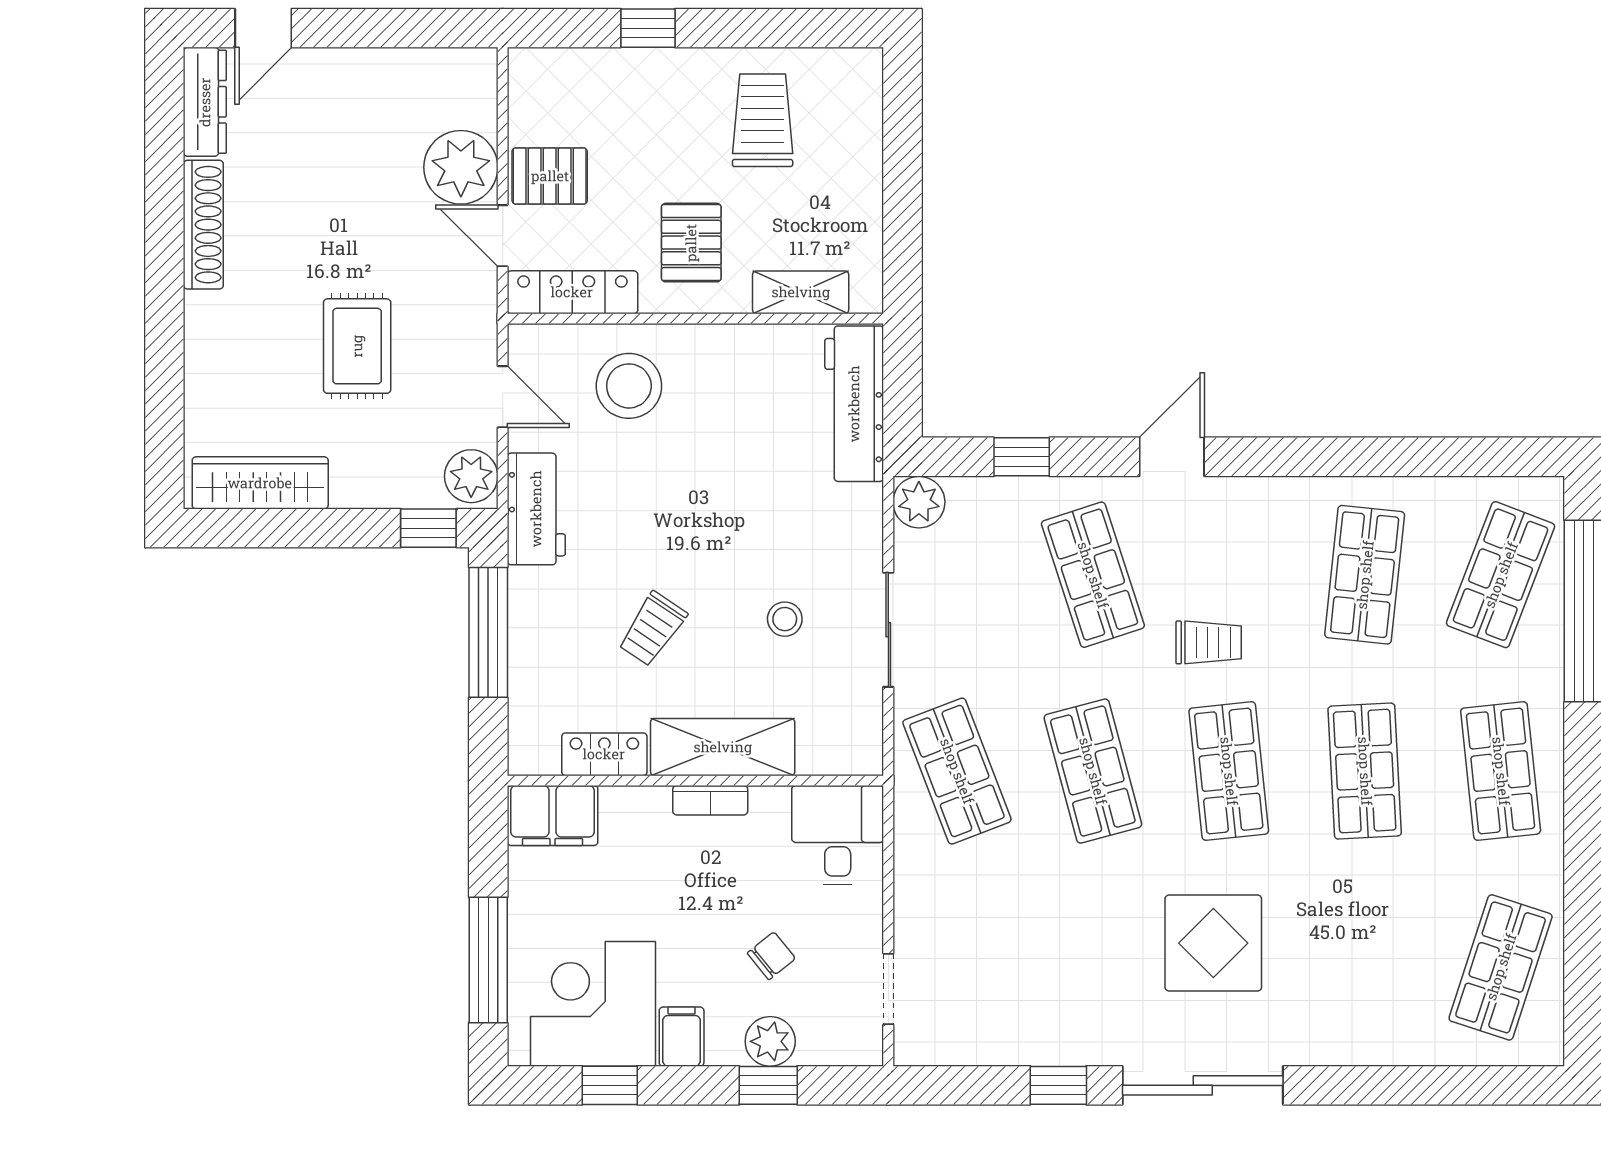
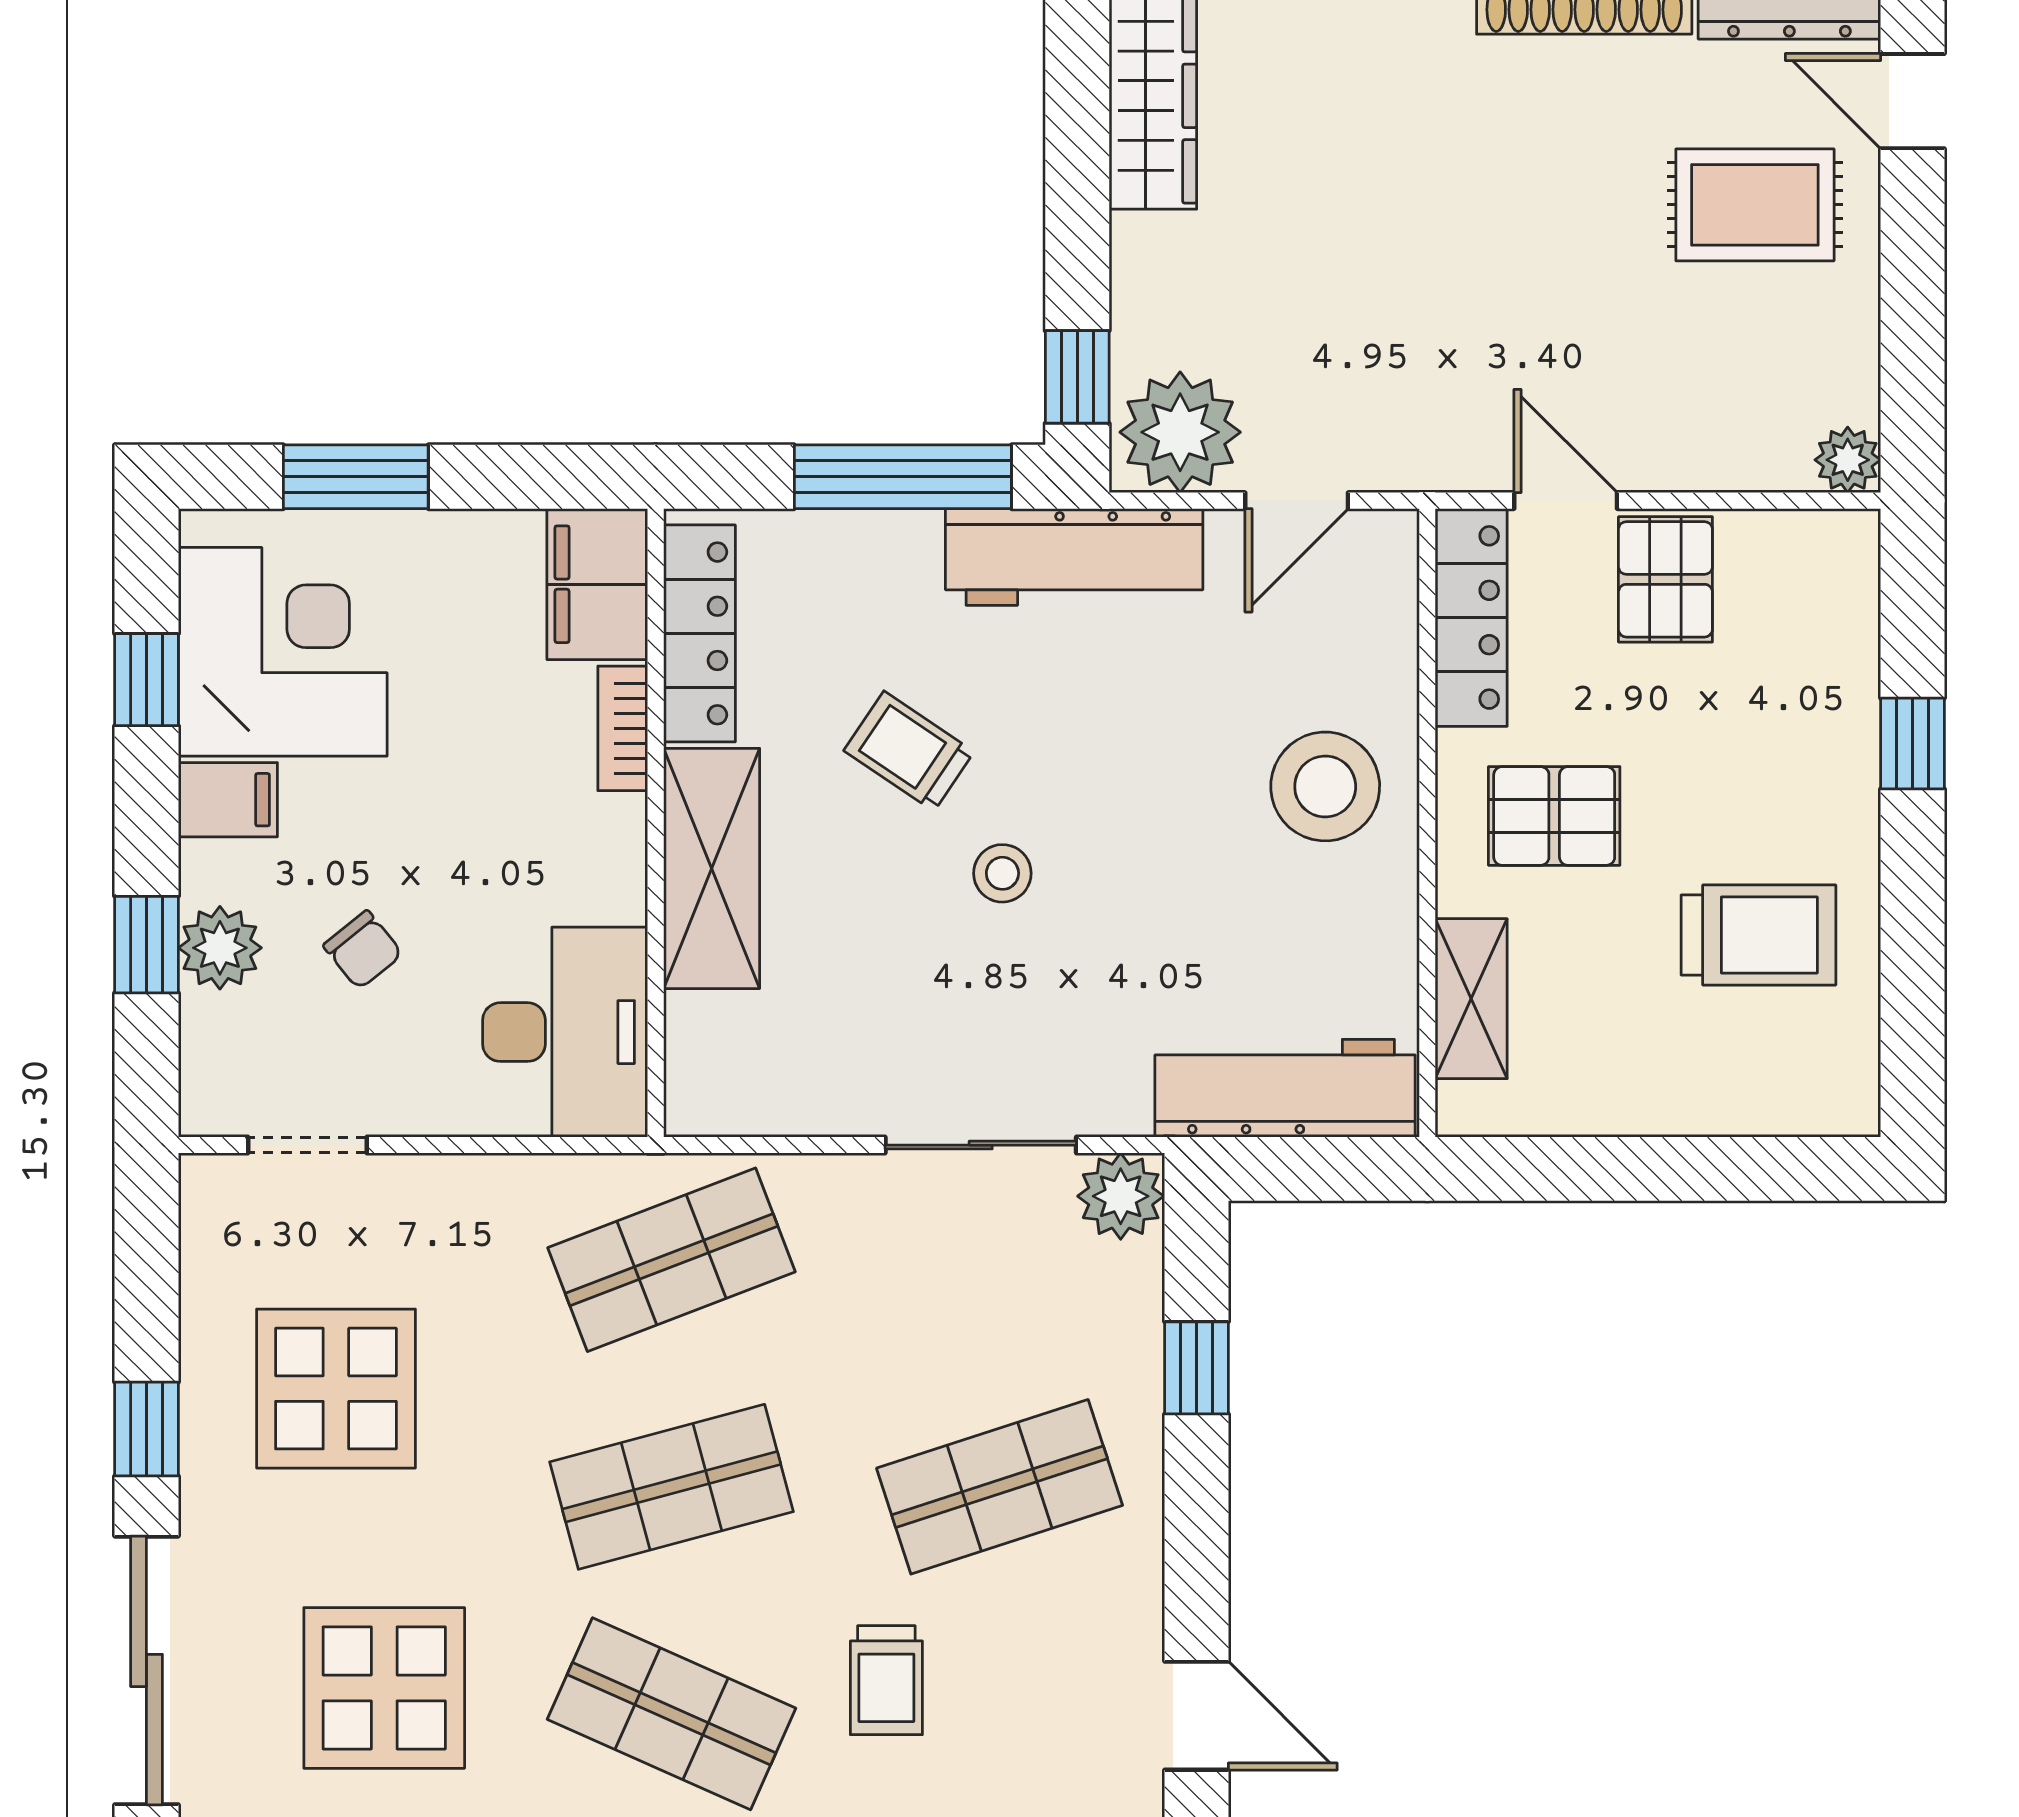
plant: (461, 167) -> (1848, 460), moved, width x0.53, depth x0.53
door: (503, 236) -> (1566, 501), hinge flipped
rug: (357, 346) -> (1755, 205), moved
stool: (629, 386) -> (1325, 786), moved
door: (1172, 457) -> (1197, 1716), moved
plant: (471, 476) -> (1180, 432), width x1.36, depth x1.36
workbench: (536, 509) -> (1074, 557), width x1.38
stool: (785, 619) -> (1002, 873), moved
sliding door: (888, 630) -> (981, 1145), moved
locker: (604, 754) -> (699, 633), width x1.53
shop shelf: (1229, 771) -> (671, 1714), turned 30
bookcase: (710, 800) -> (623, 728), moved
desk: (838, 835) -> (565, 1032), width x1.37
window: (488, 960) -> (356, 477), width x0.69
display table: (1034, 972) -> (336, 1389), added

